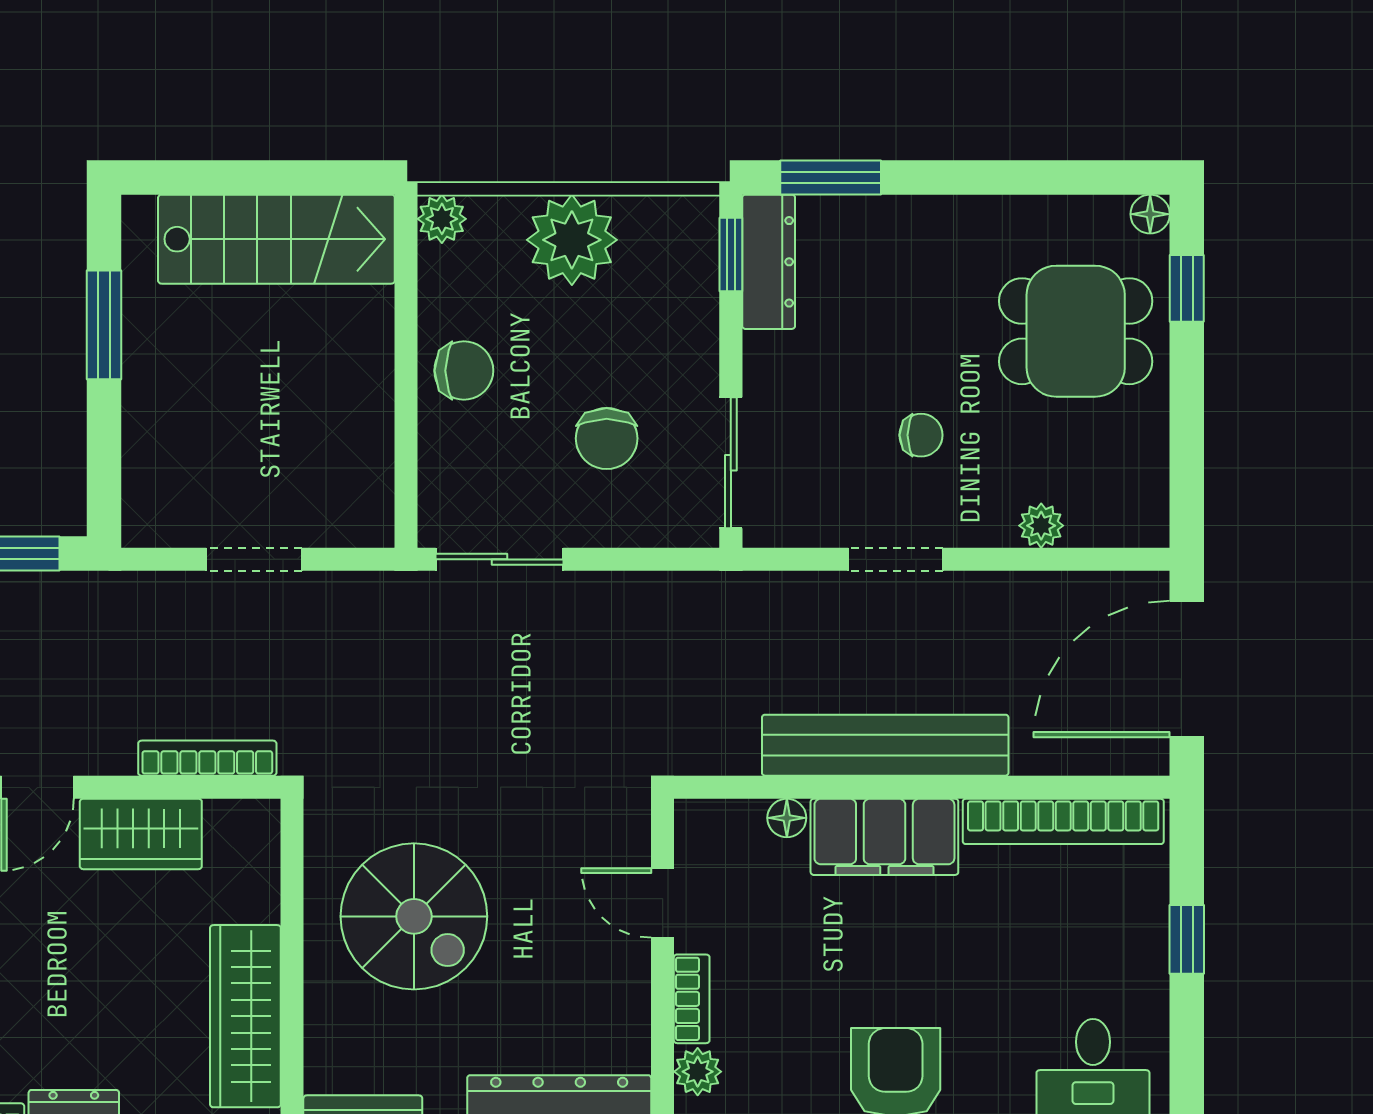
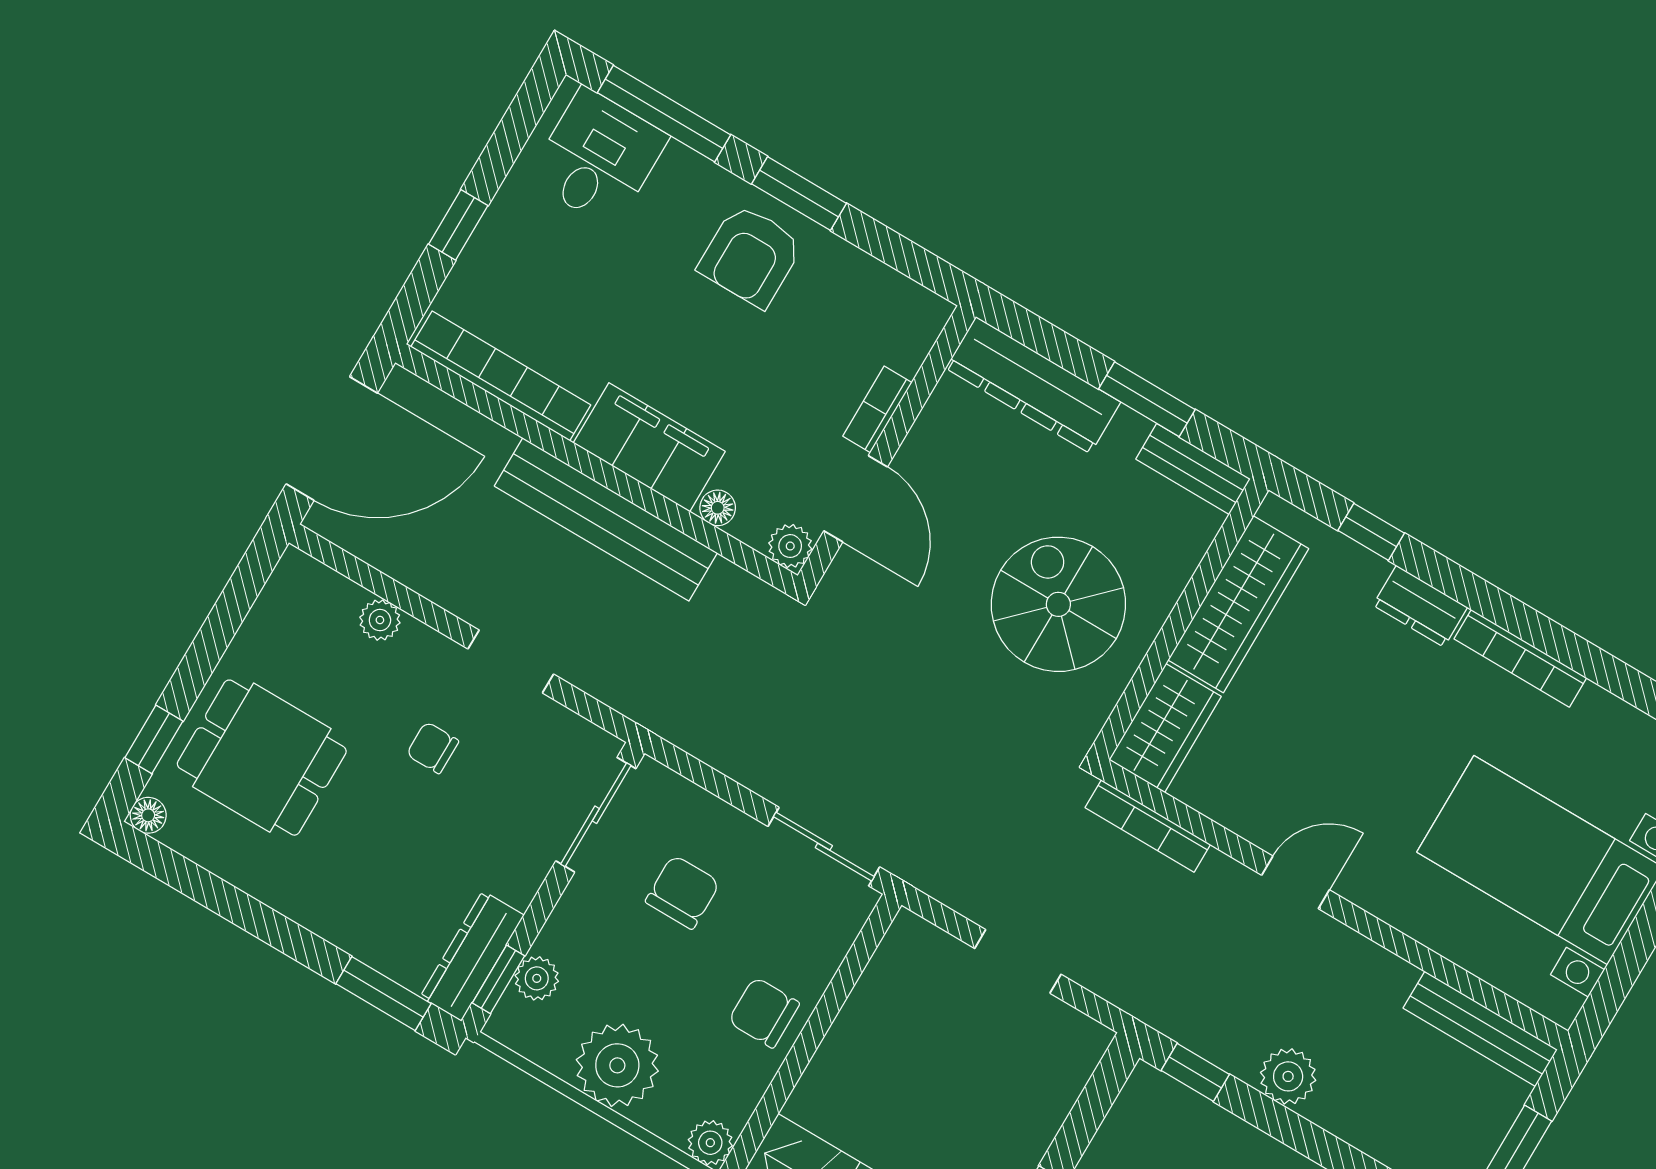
plant: (696, 277) -> (537, 978), added
wardrobe: (141, 834) -> (1165, 728), moved, turned 90
door: (663, 903) -> (856, 499), width x1.38
plant: (698, 1072) -> (790, 546), moved

